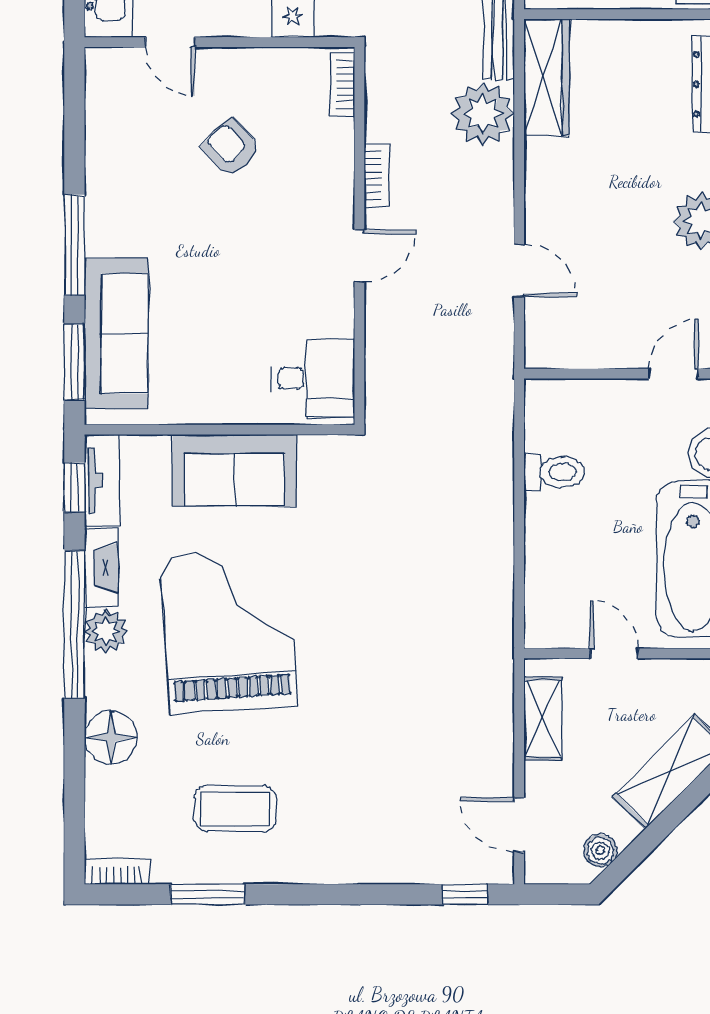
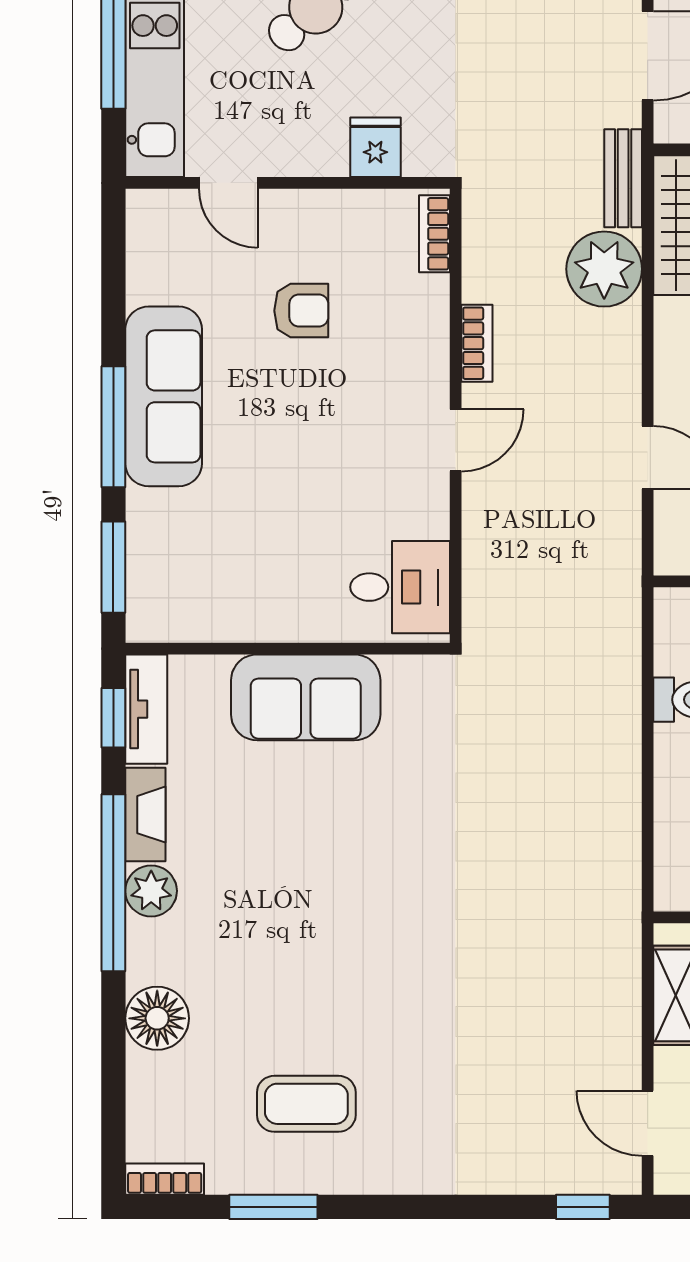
armchair: (231, 148) -> (301, 311), turned 133
sofa: (116, 333) -> (164, 396), moved
grand piano: (228, 631) -> (298, 890), removed

